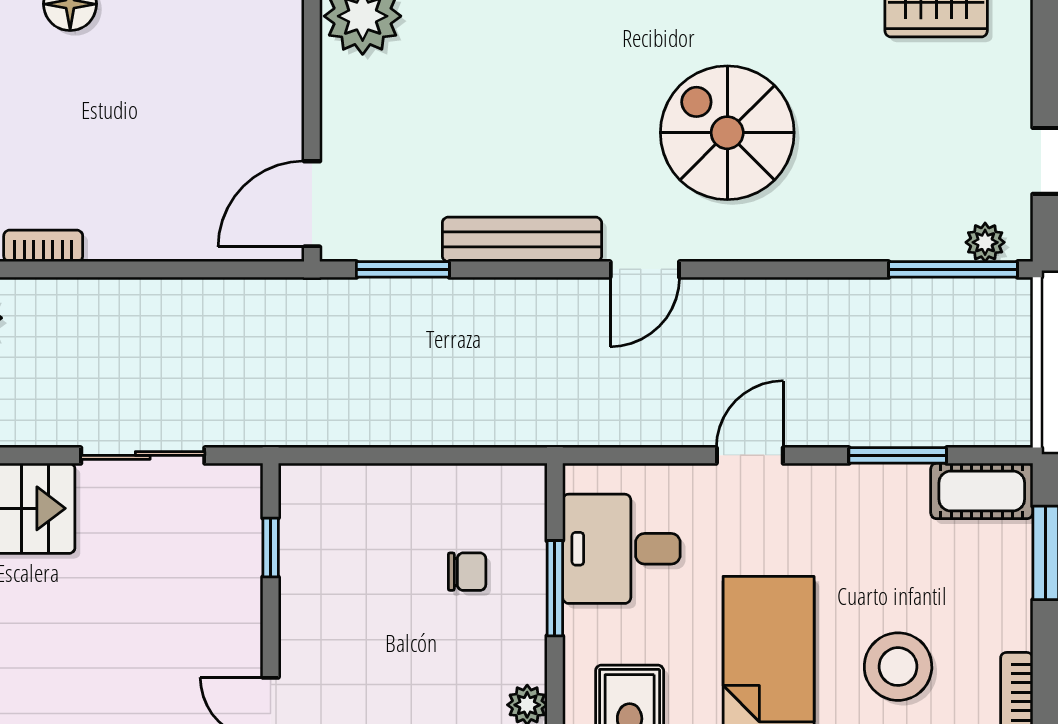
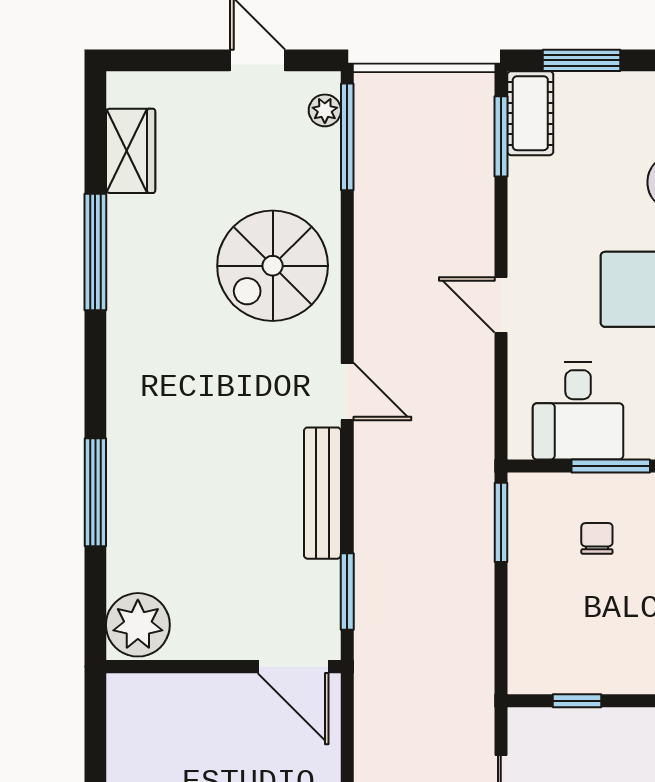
spiral stairs: (727, 133) -> (273, 266), moved
window: (487, 455) -> (501, 522), added
window: (898, 455) -> (501, 136), moved

